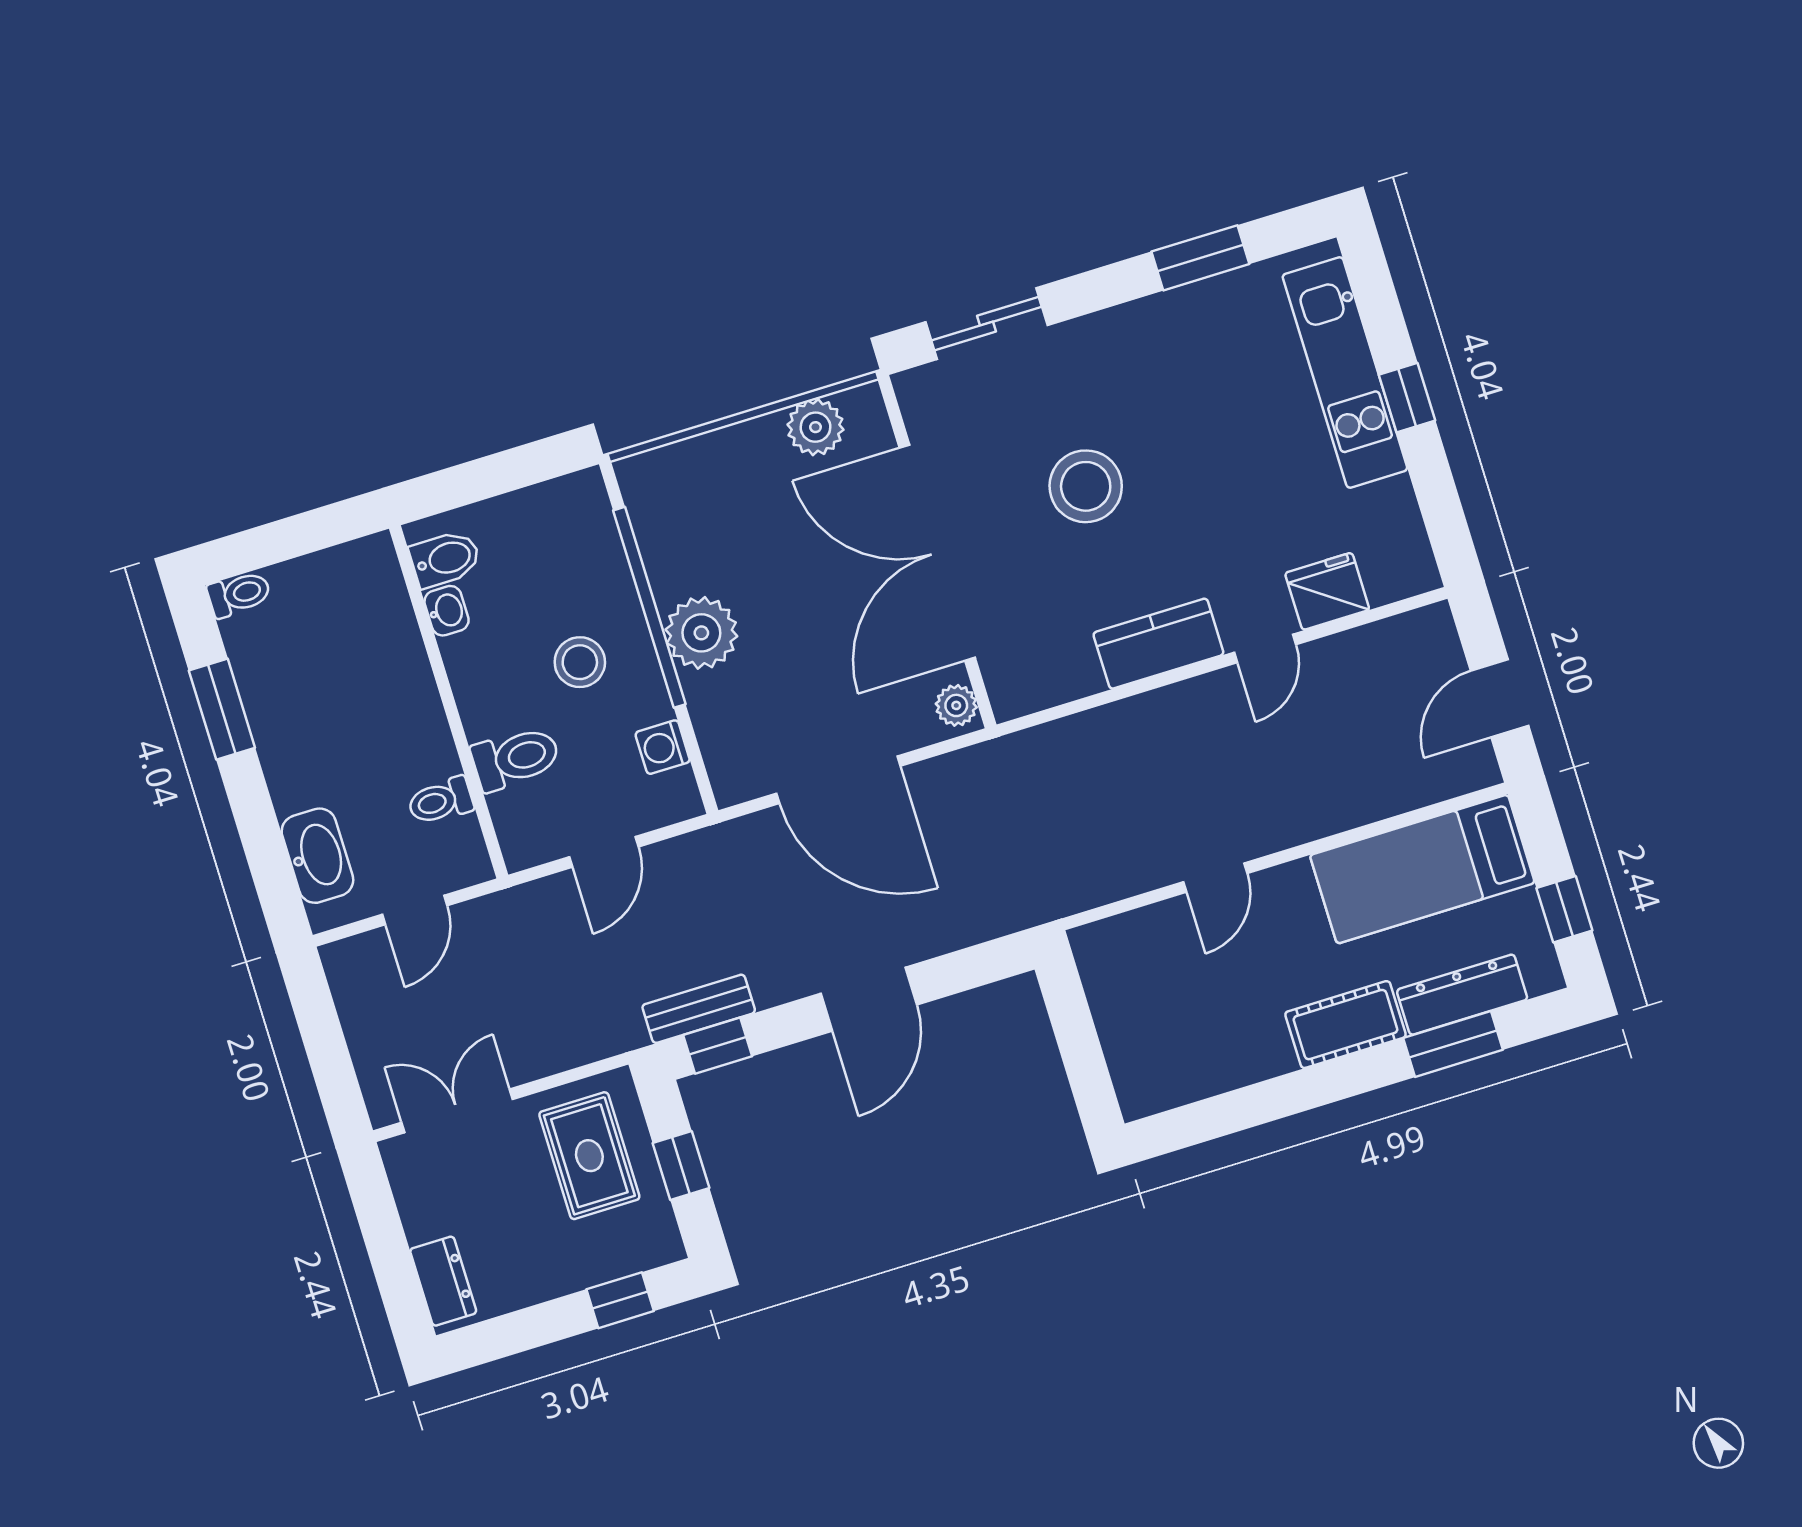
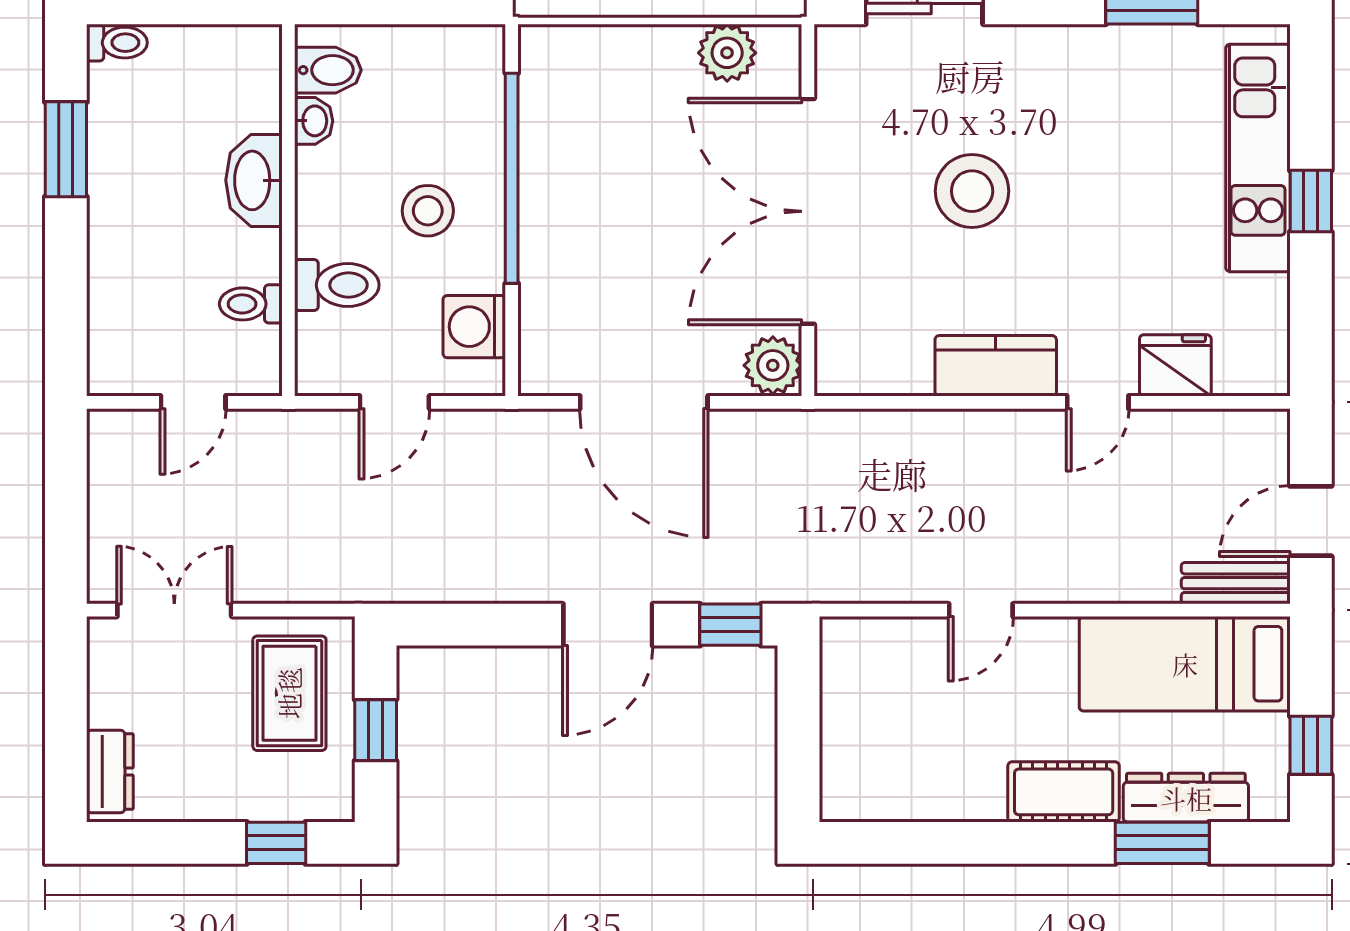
plant: (701, 633) -> (555, 219), removed
plant: (956, 705) -> (773, 365), width x1.38, depth x1.38
washing machine: (663, 747) -> (474, 327), width x1.38, depth x1.38
washbasin: (317, 856) -> (254, 180), moved, turned 180
bench: (699, 1009) -> (1236, 583), moved
window: (718, 1046) -> (730, 625), moved

